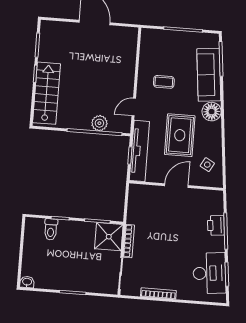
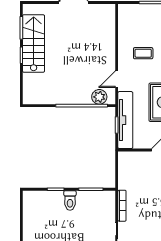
stairs: (47, 93) -> (34, 43), moved
plant: (99, 123) -> (99, 97), moved
toilet: (51, 229) -> (70, 201), moved
shower: (109, 237) -> (103, 203), removed

